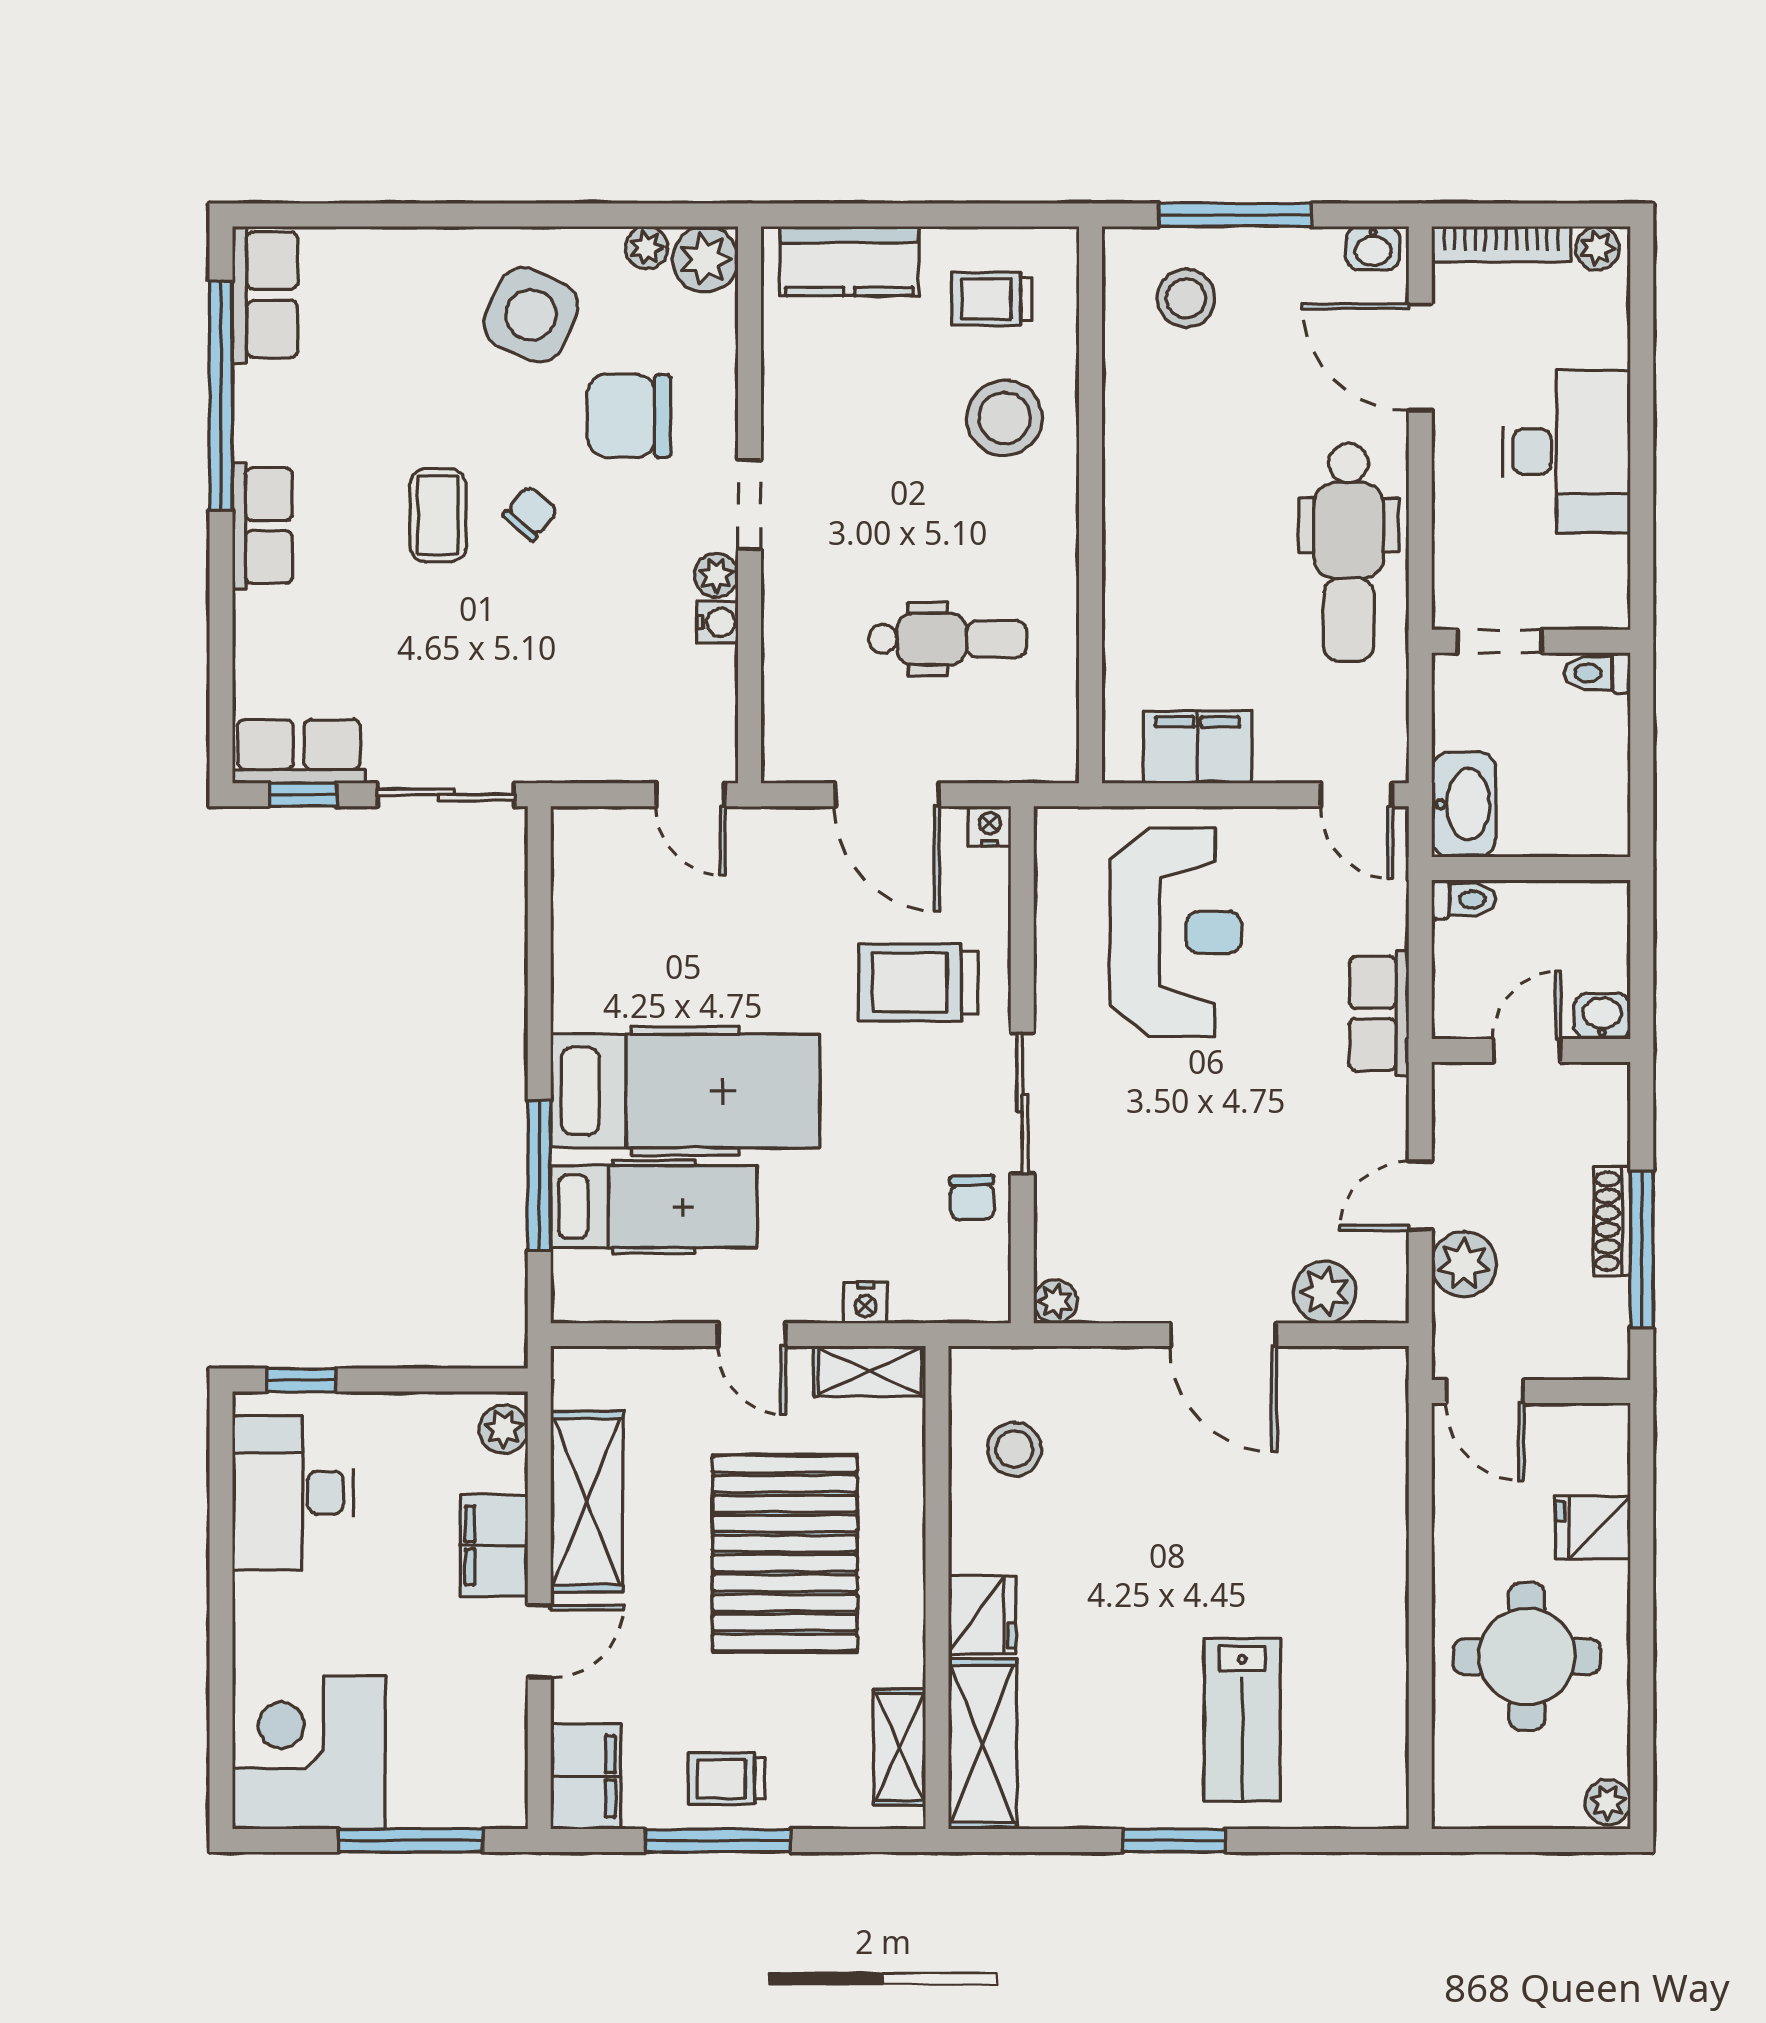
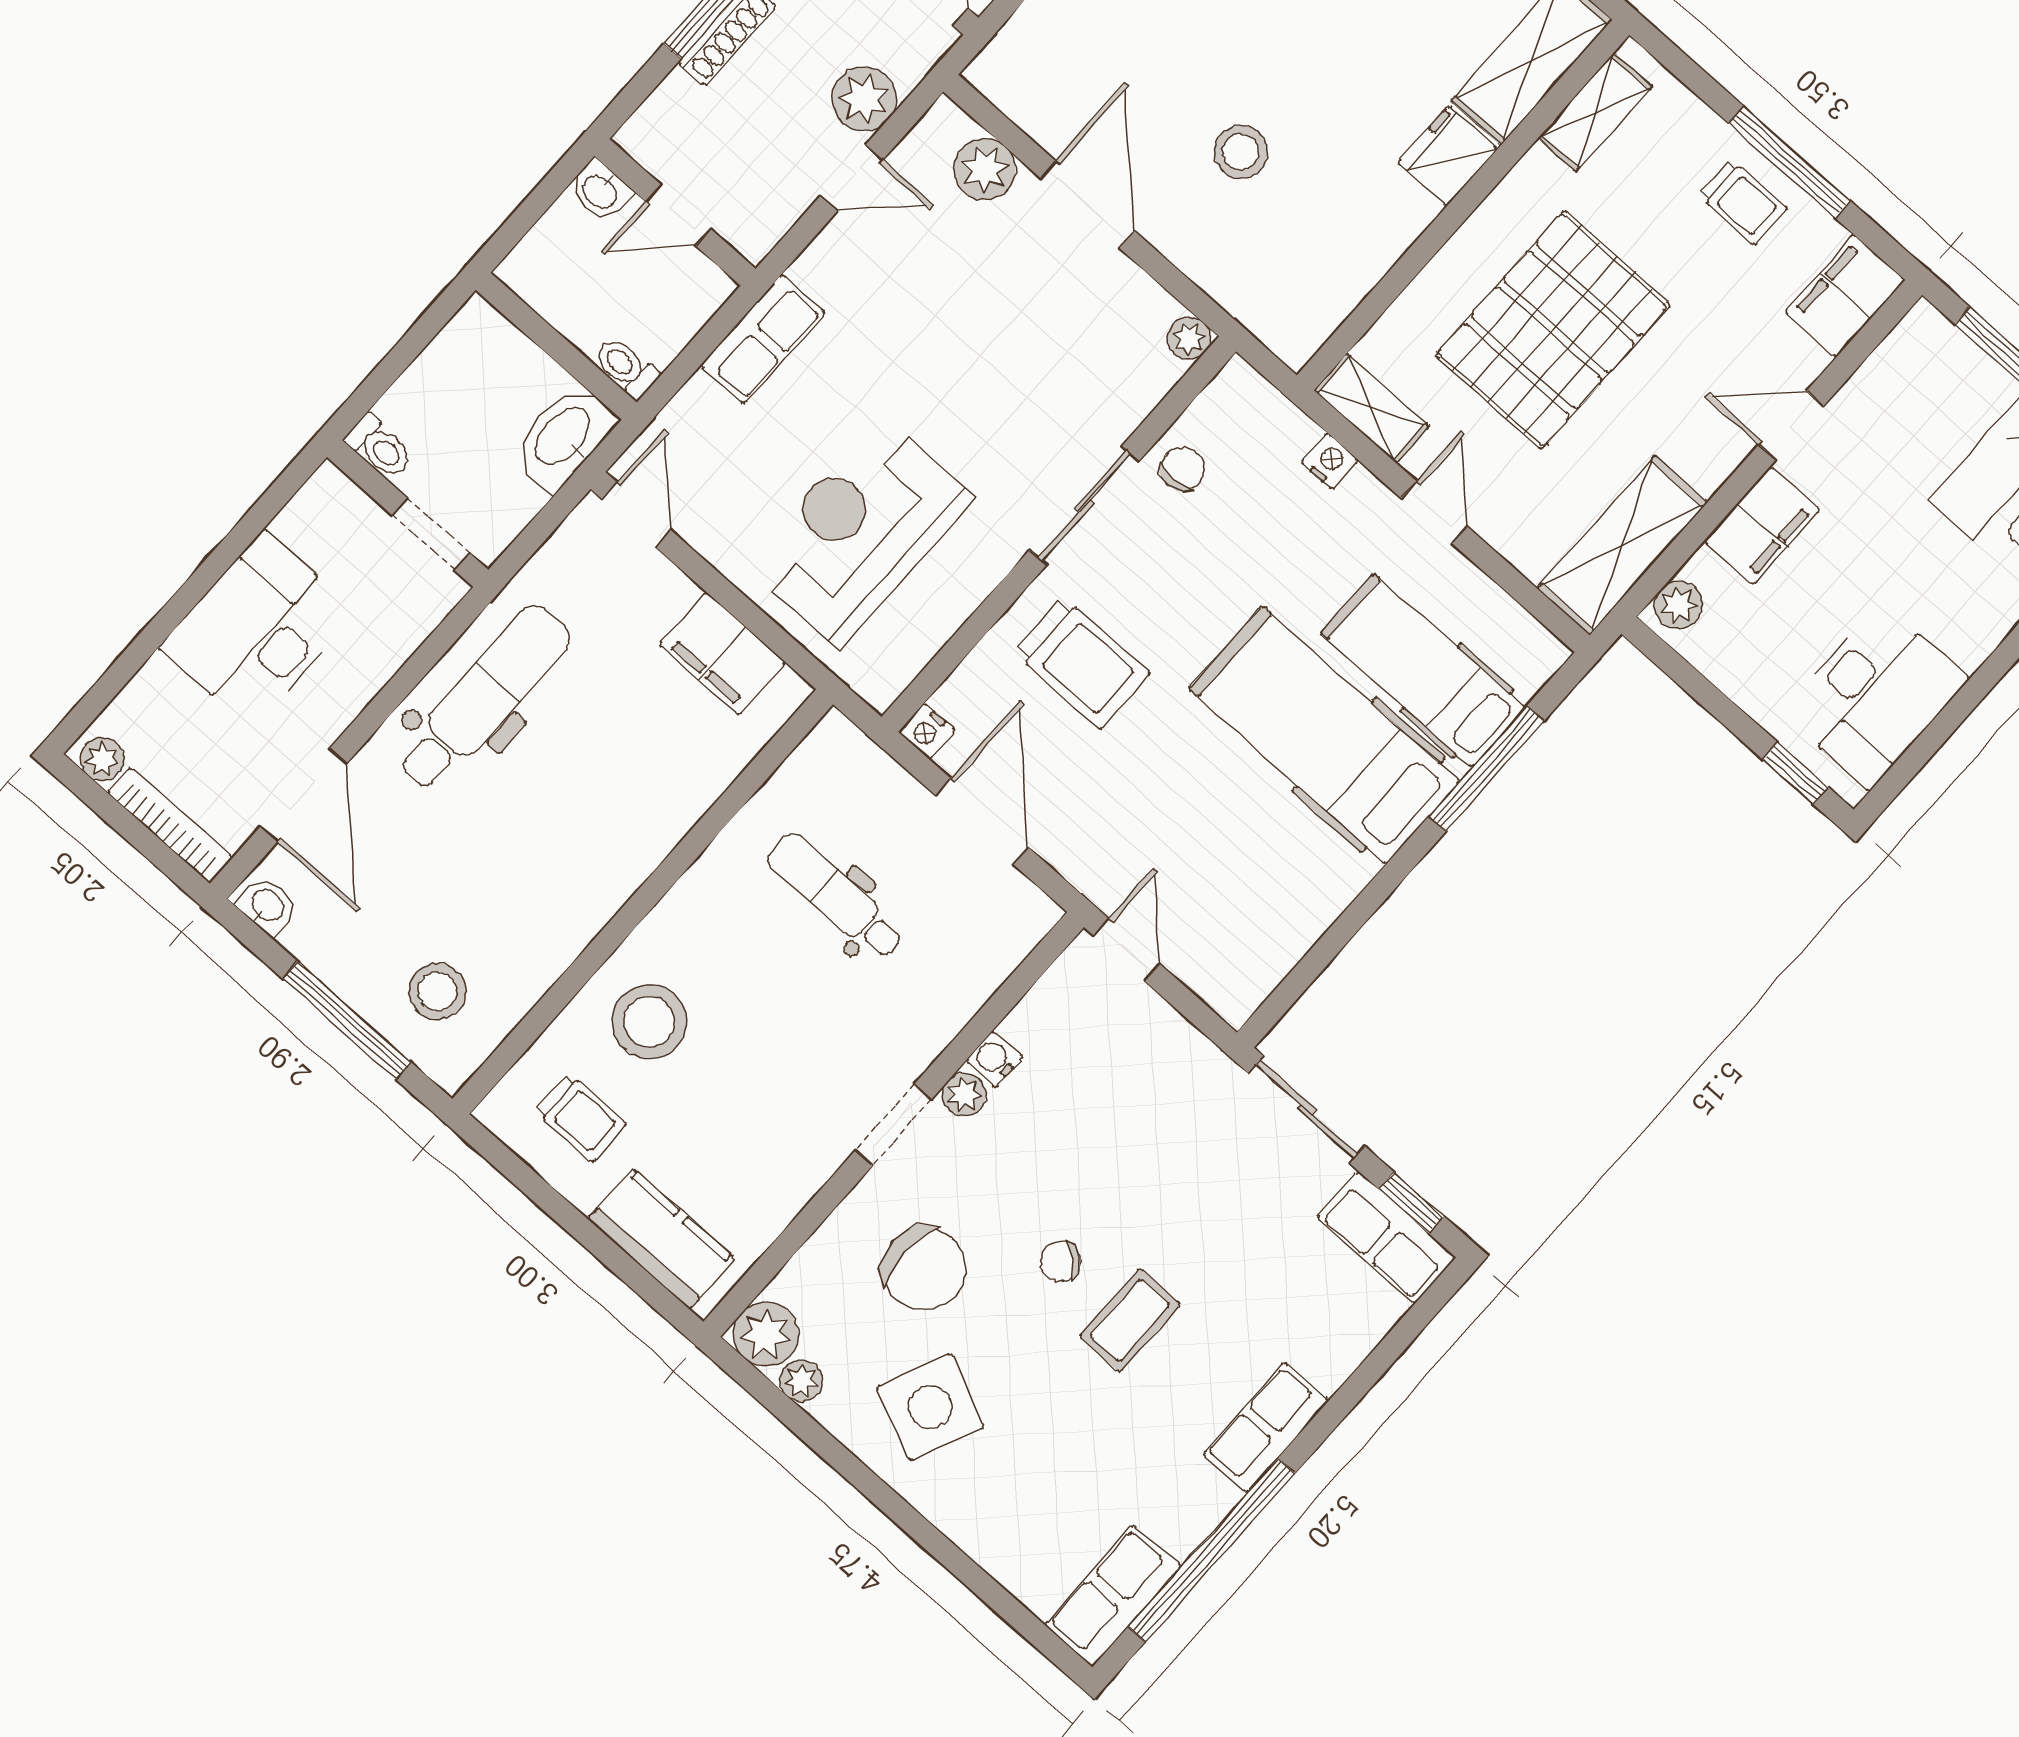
stool: (1014, 1449) -> (1241, 152), moved
shelving: (587, 1502) -> (1622, 545), moved

